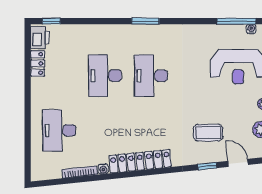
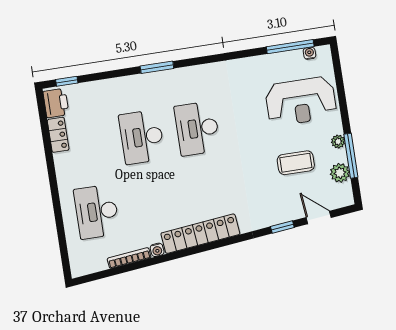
window: (146, 21) -> (157, 67), moved
coffee table: (208, 133) -> (296, 163), moved

